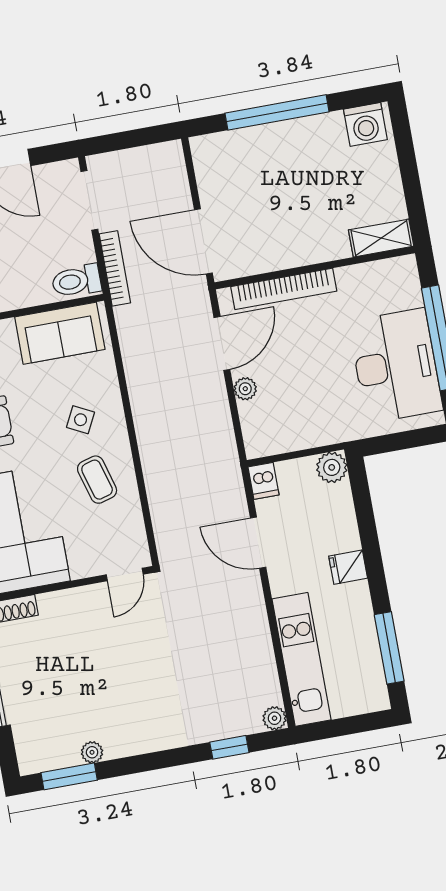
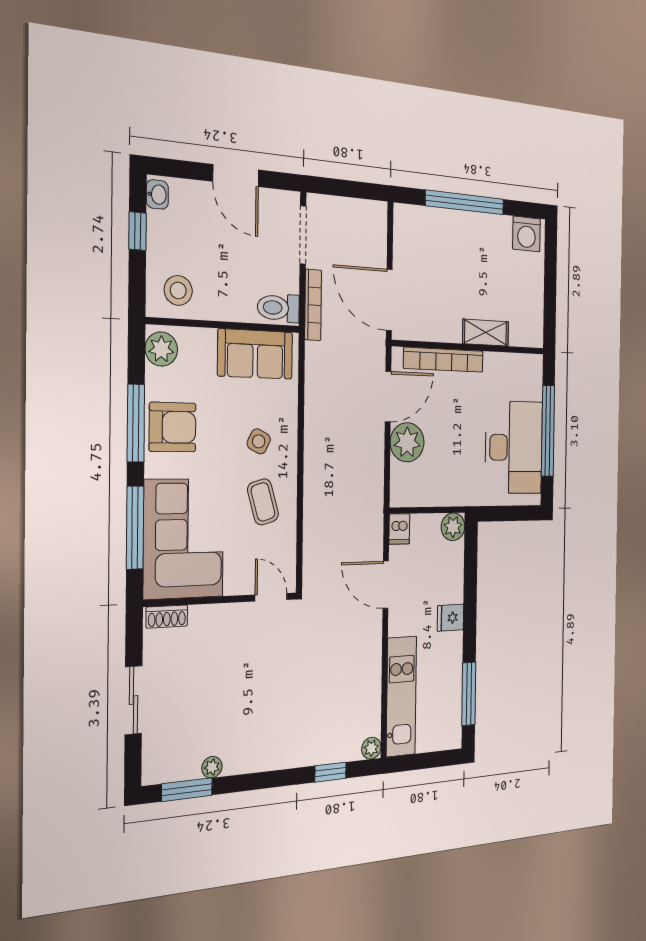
shelving: (381, 238) -> (486, 333), moved
plant: (245, 389) -> (407, 442), width x1.87, depth x1.87
door: (125, 575) -> (271, 597), swing flipped

